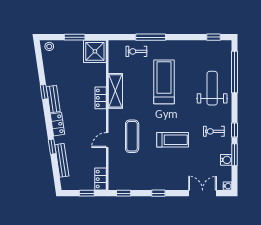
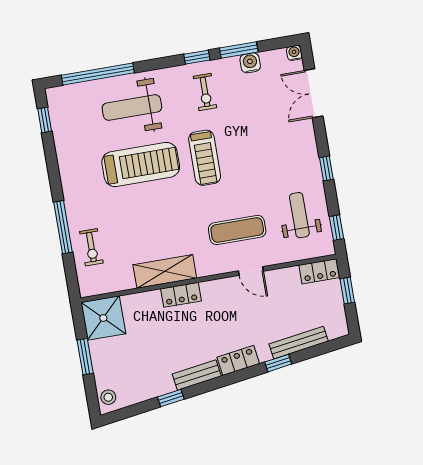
treadmill: (164, 82) -> (141, 164), moved, turned 180
window: (44, 92) -> (171, 398), moved
treadmill: (173, 140) -> (205, 158), moved, turned 180
weight bench: (134, 173) -> (299, 215), added

